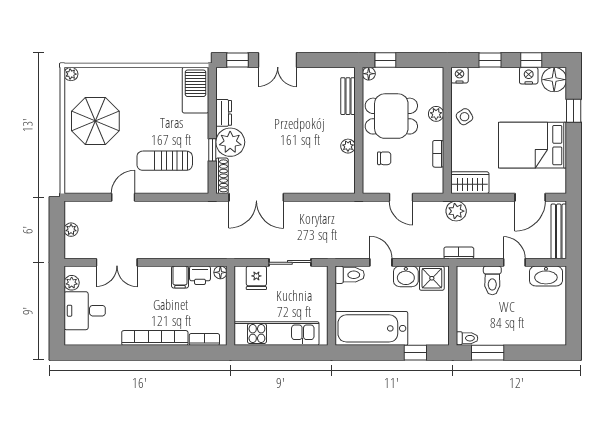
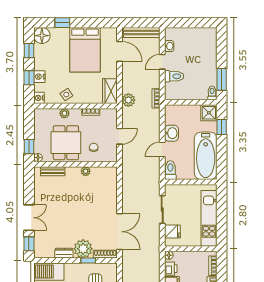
nightstand: (529, 76) -> (39, 77), moved
washbasin: (546, 276) -> (169, 46), width x0.52, depth x0.69
shower: (432, 278) -> (209, 113), moved

